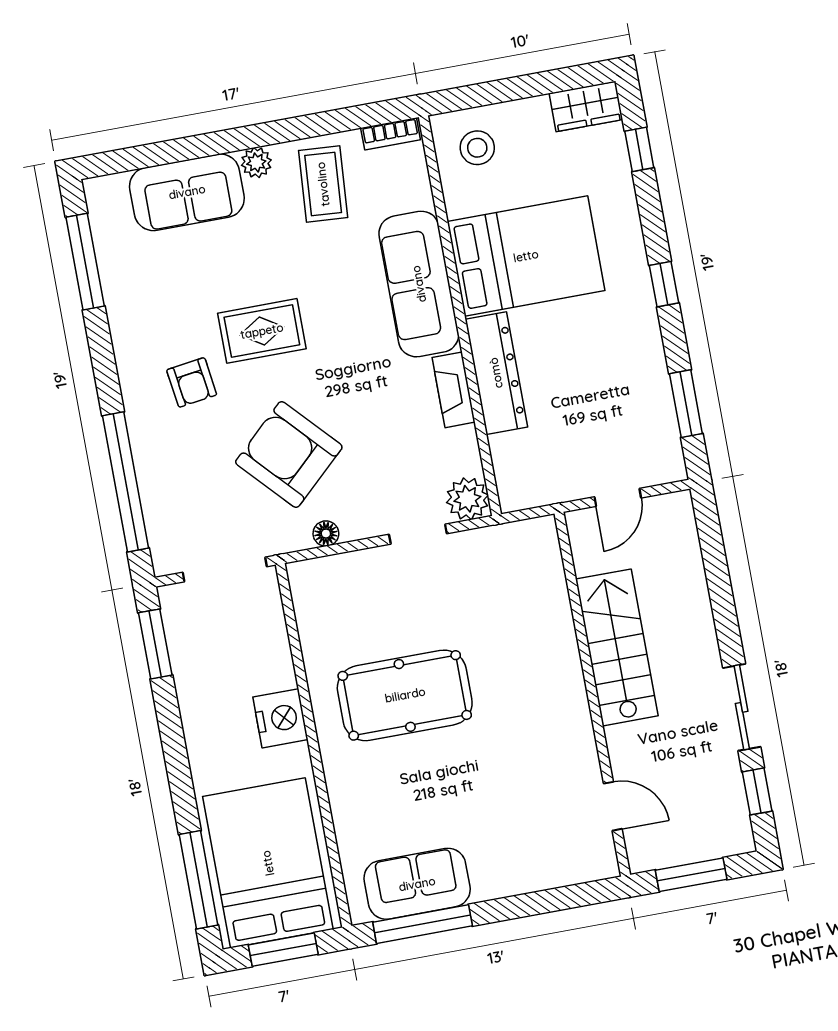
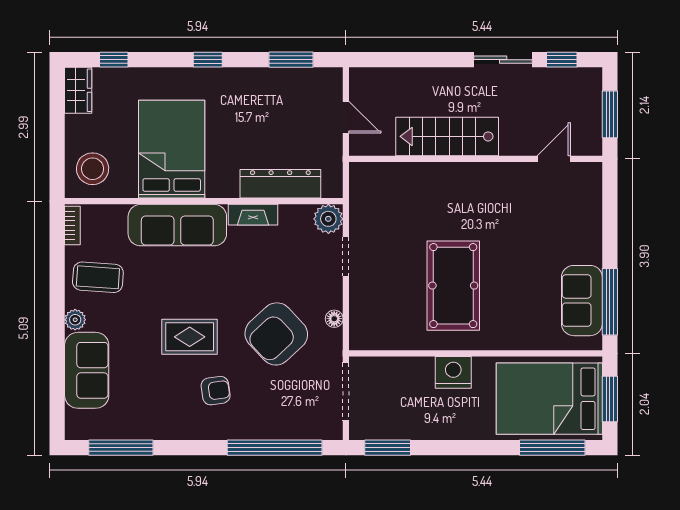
stool: (477, 148) -> (93, 169), width x1.38, depth x1.38
rug: (262, 331) -> (190, 337), turned 90
dresser: (496, 373) -> (280, 184), moved

